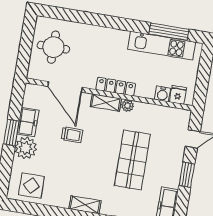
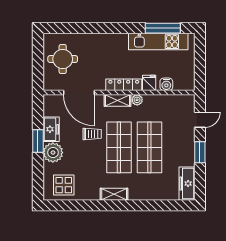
fridge: (178, 95) -> (149, 83), moved
shop shelf: (99, 154) -> (119, 147), added

